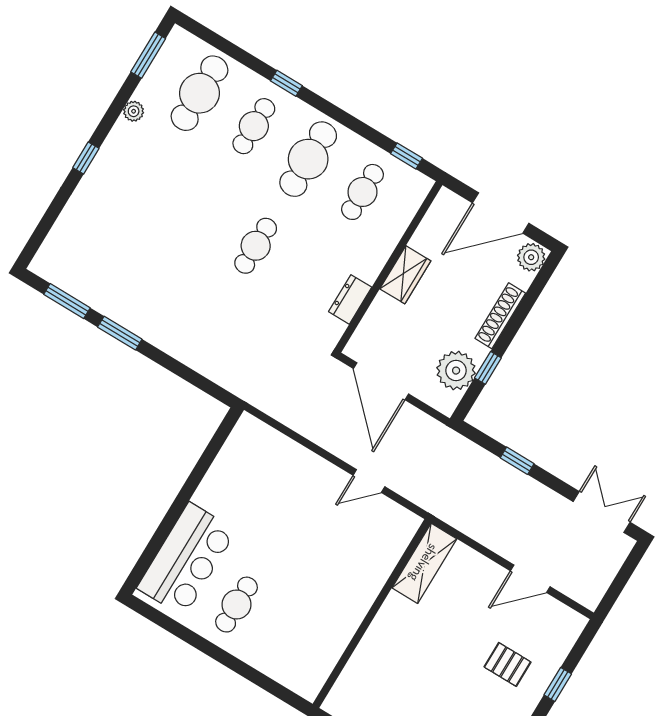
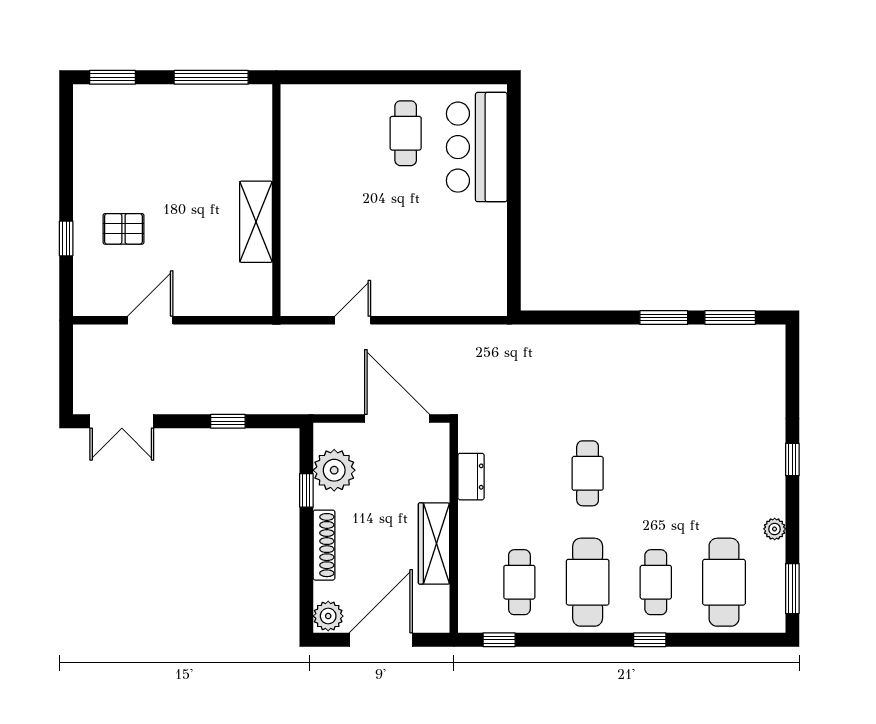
wardrobe: (405, 275) -> (434, 543), width x1.50
shelving: (424, 563) -> (256, 222), moved

